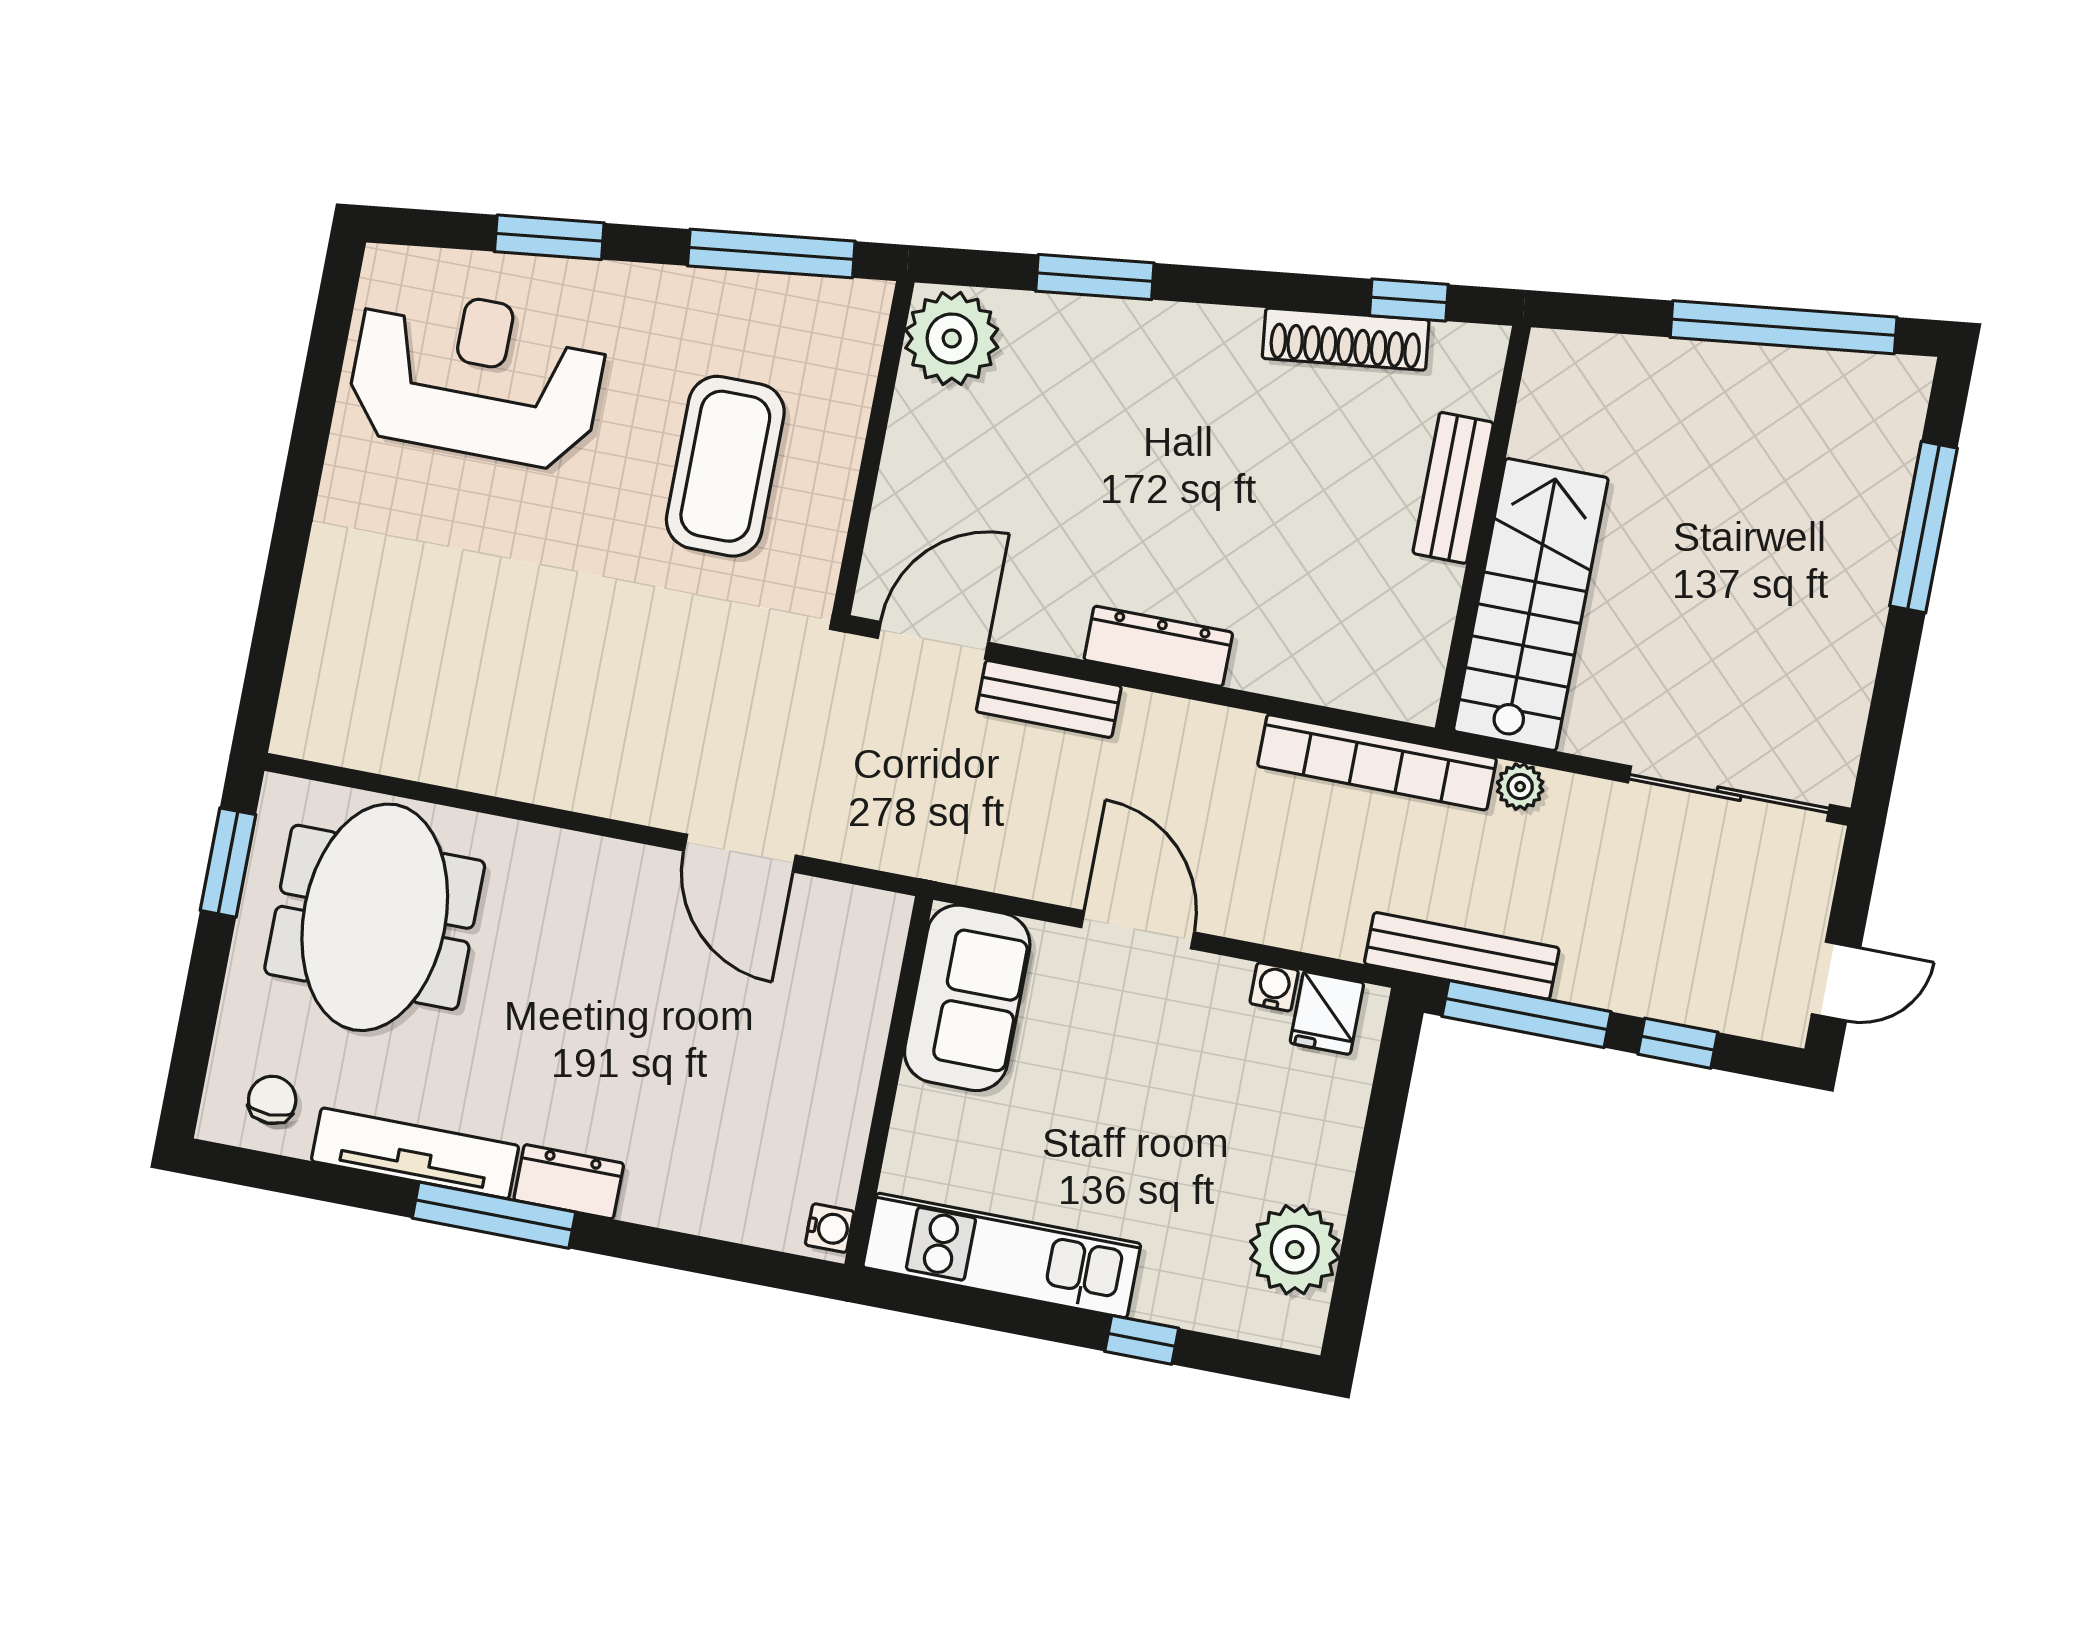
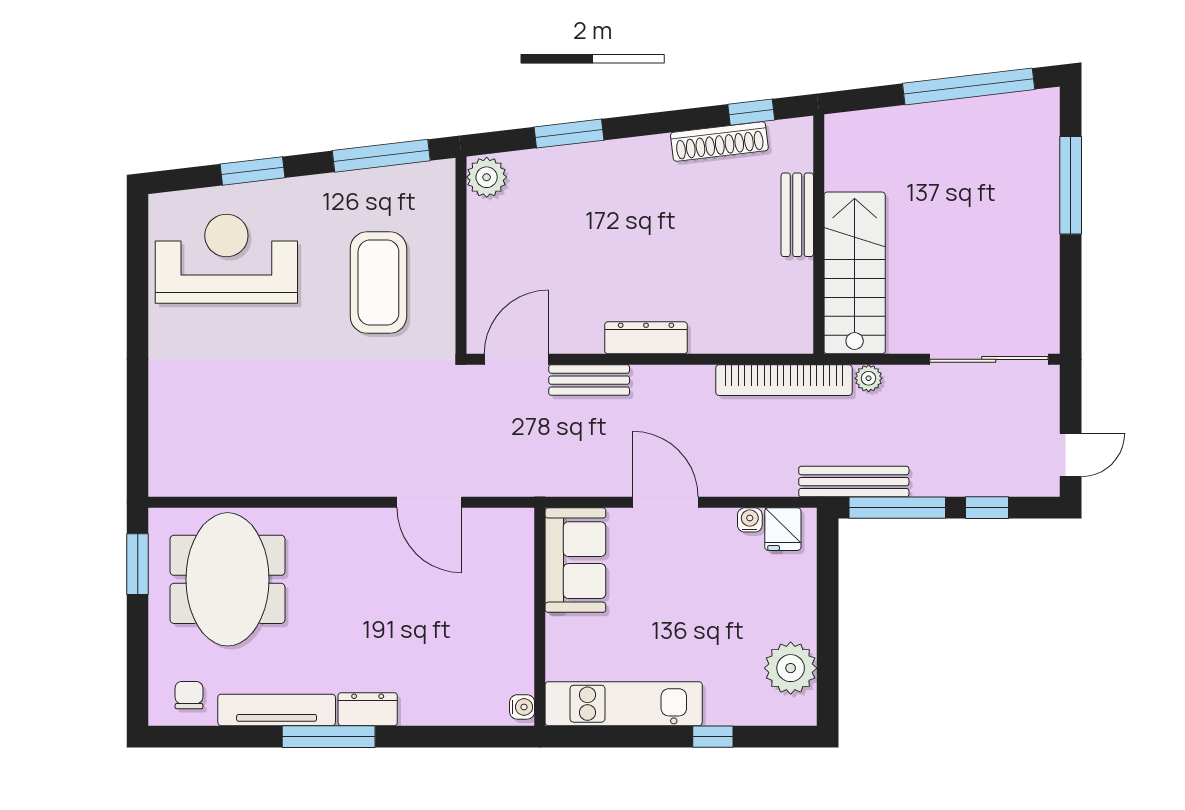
plant: (952, 338) -> (487, 177), width x0.73, depth x0.73

